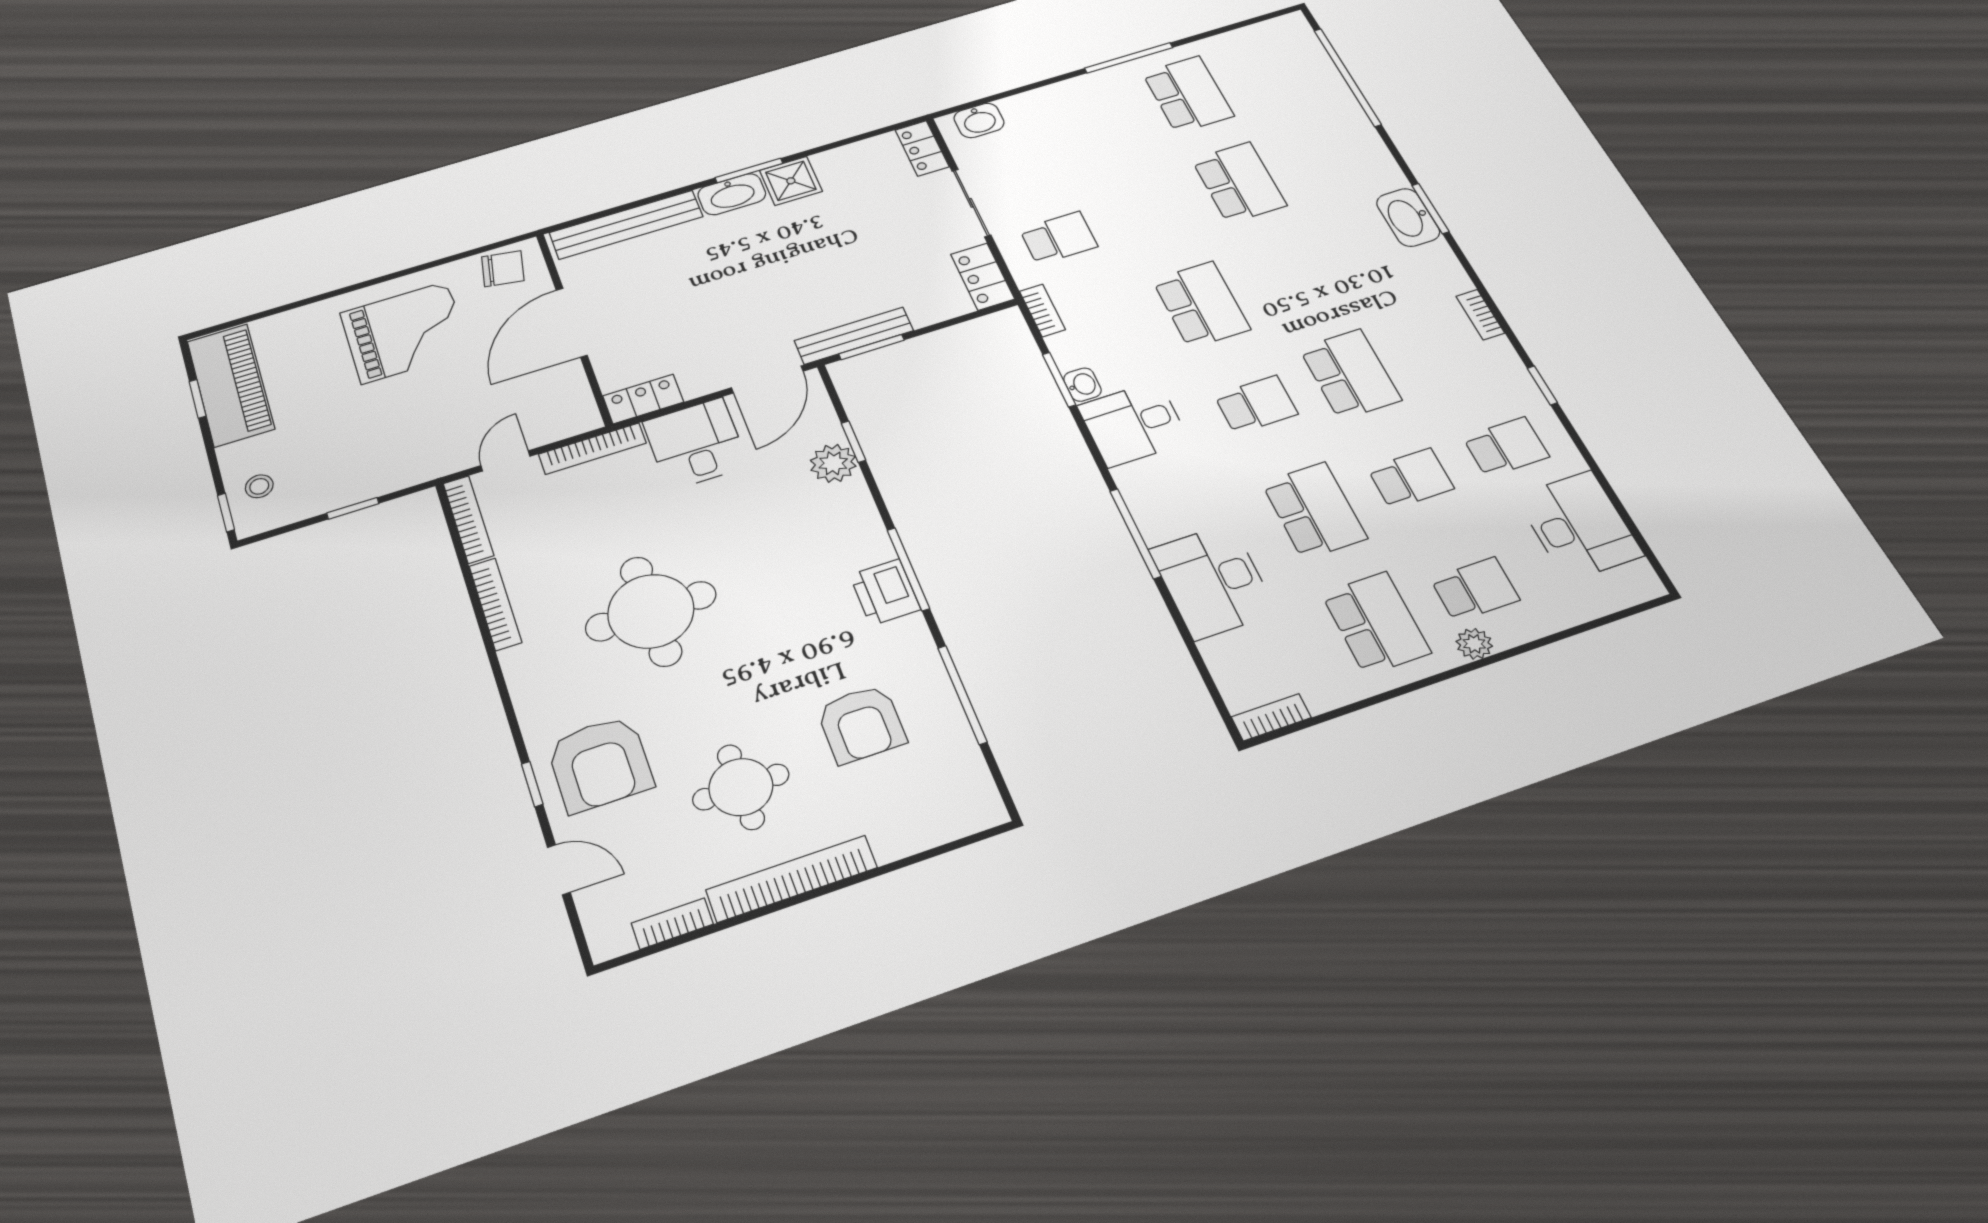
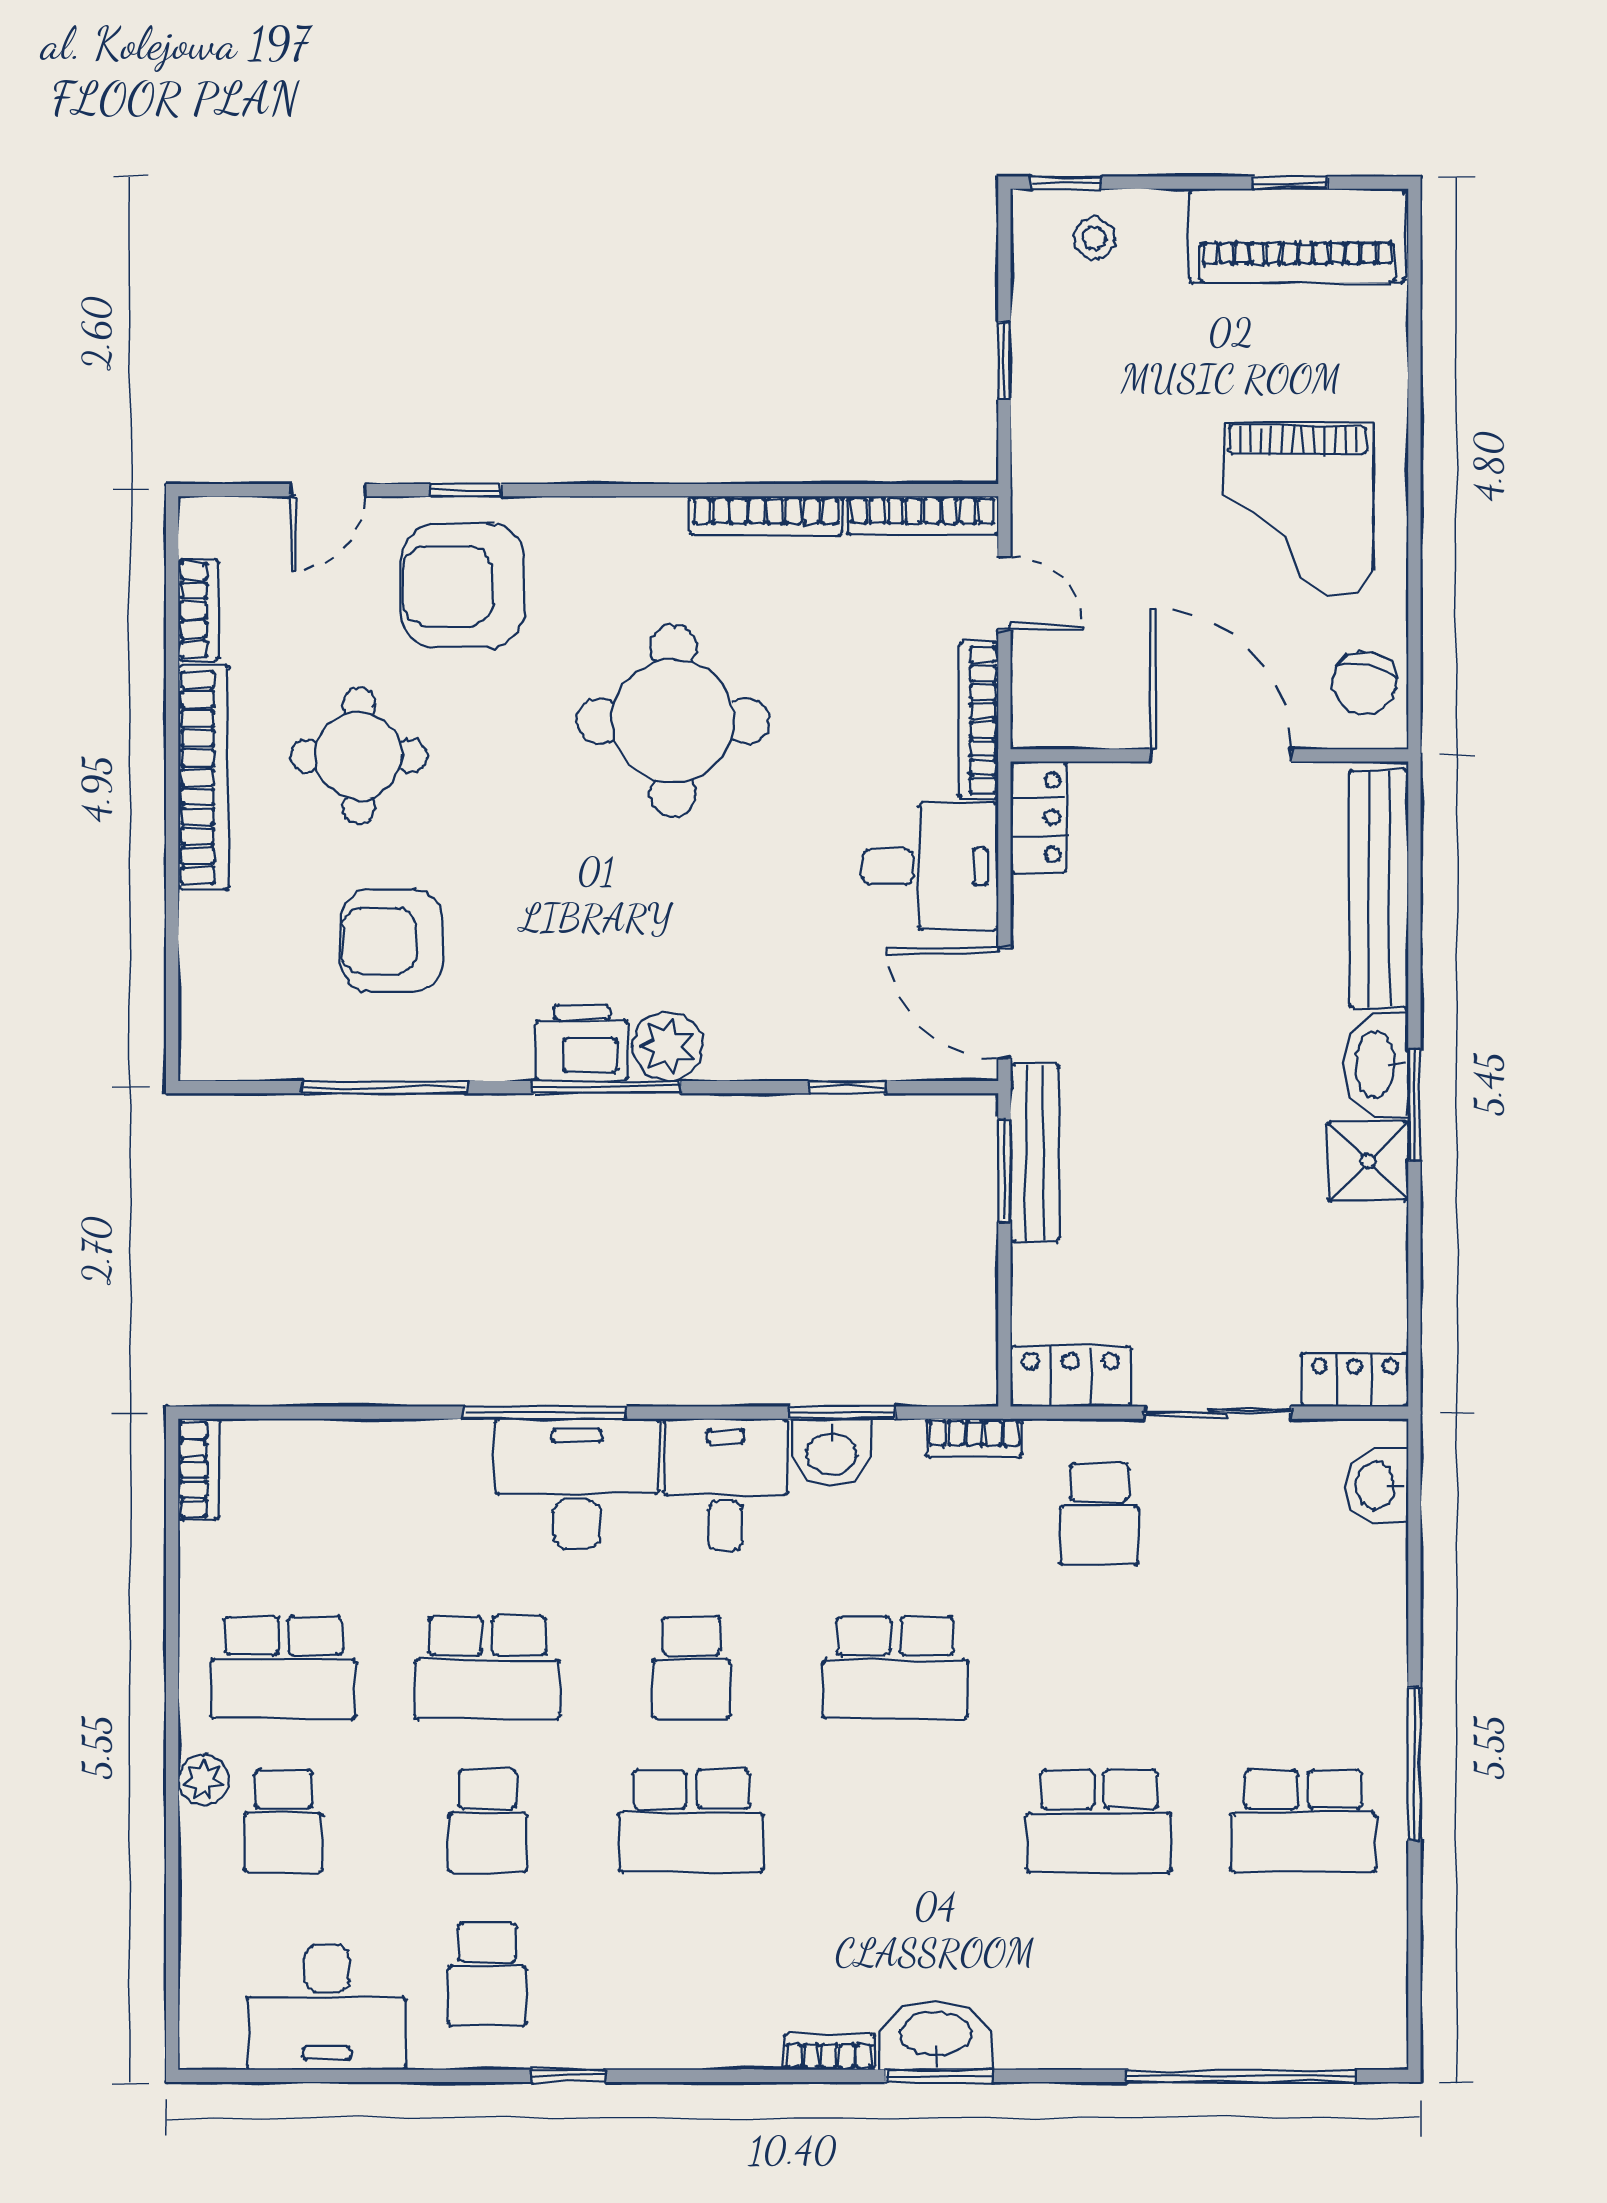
bookcase: (1480, 315) -> (829, 2052), moved
washbasin: (1082, 385) -> (831, 1452), width x1.38, depth x1.45
plant: (833, 463) -> (667, 1046), moved
desk: (1213, 581) -> (577, 1484), moved

